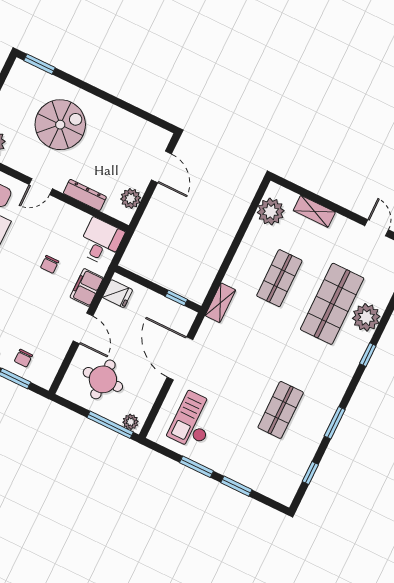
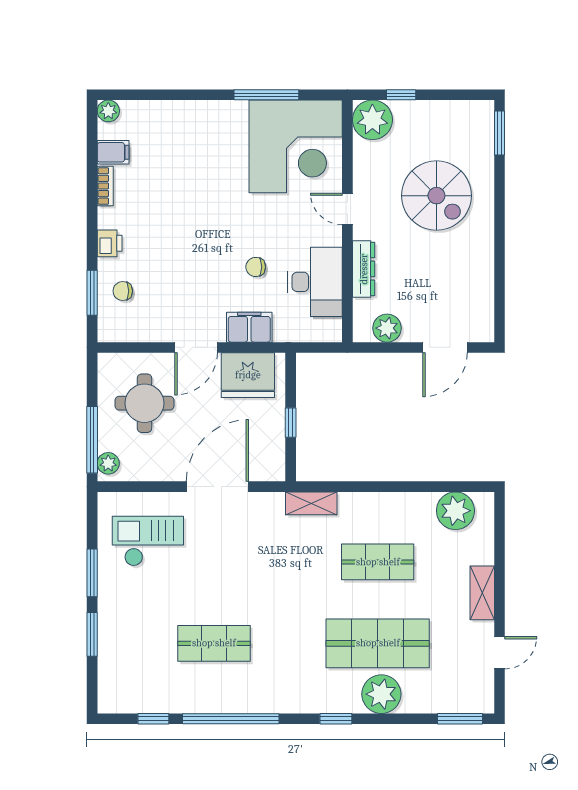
shelving: (314, 211) -> (482, 593), moved
desk: (101, 242) -> (315, 282), moved, width x1.37
fridge: (118, 294) -> (248, 375), width x1.88, depth x1.34
window: (176, 298) -> (291, 423), moved
window: (335, 423) -> (231, 719), width x2.11

